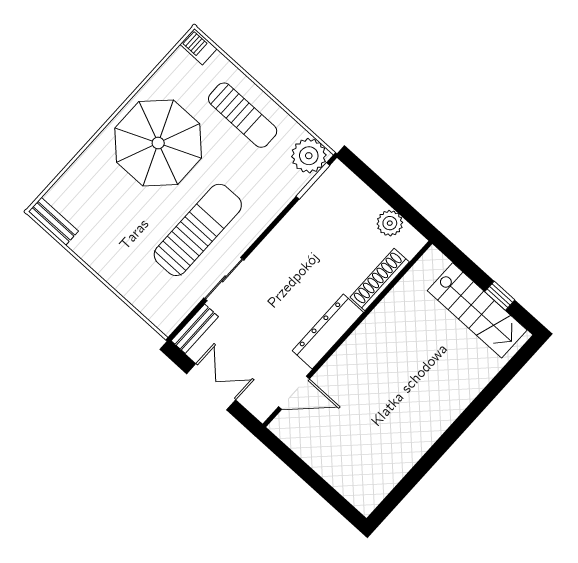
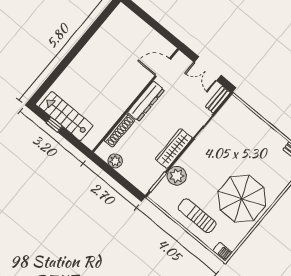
plant: (309, 156) -> (177, 176), moved
sun lounger: (198, 230) -> (218, 153), removed
wardrobe: (280, 242) -> (174, 148), added

